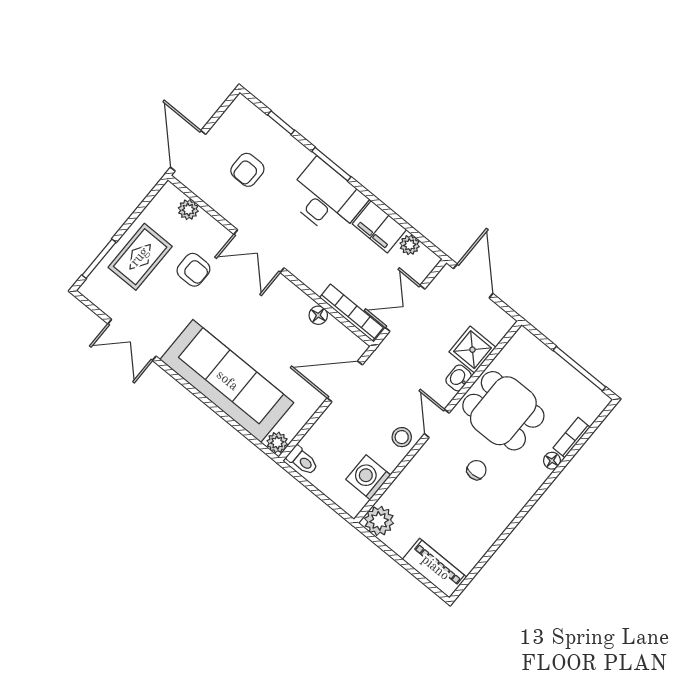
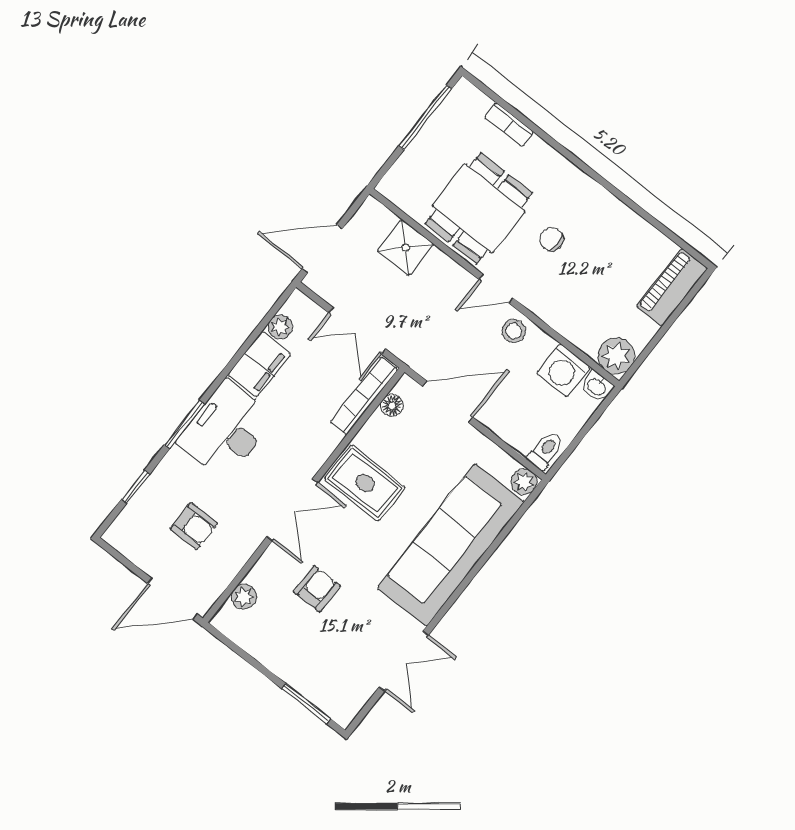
rug: (140, 257) -> (365, 483), moved
floor lamp: (318, 315) -> (392, 405), moved
washbasin: (459, 378) -> (597, 387), moved
door: (345, 381) -> (448, 402), swing flipped
floor lamp: (552, 461) -> (538, 148), removed

